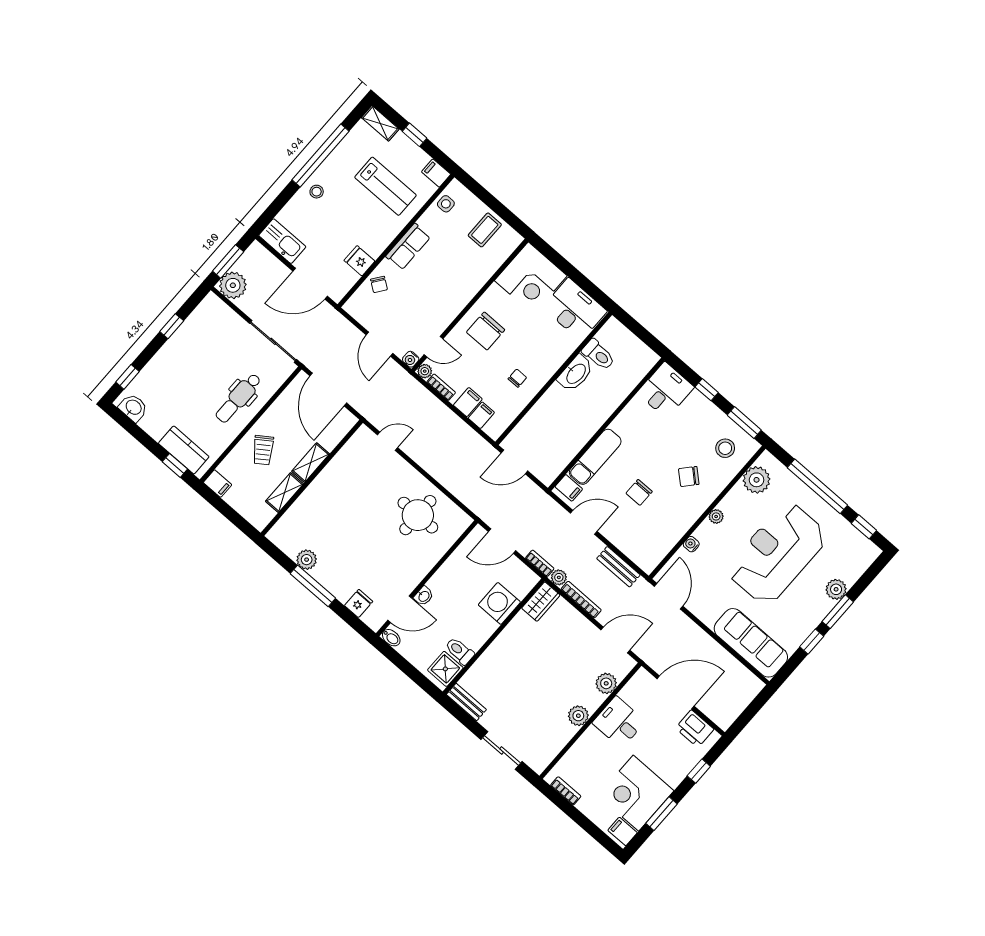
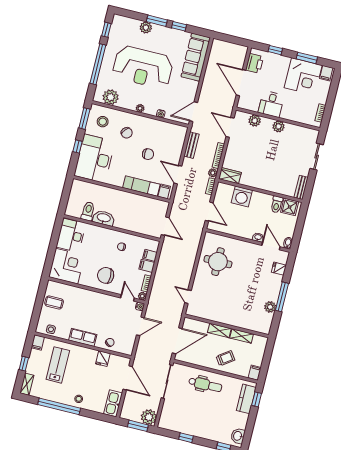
chair: (486, 331) -> (106, 275), turned 180
desk: (666, 390) -> (95, 159), width x1.87, depth x1.30

